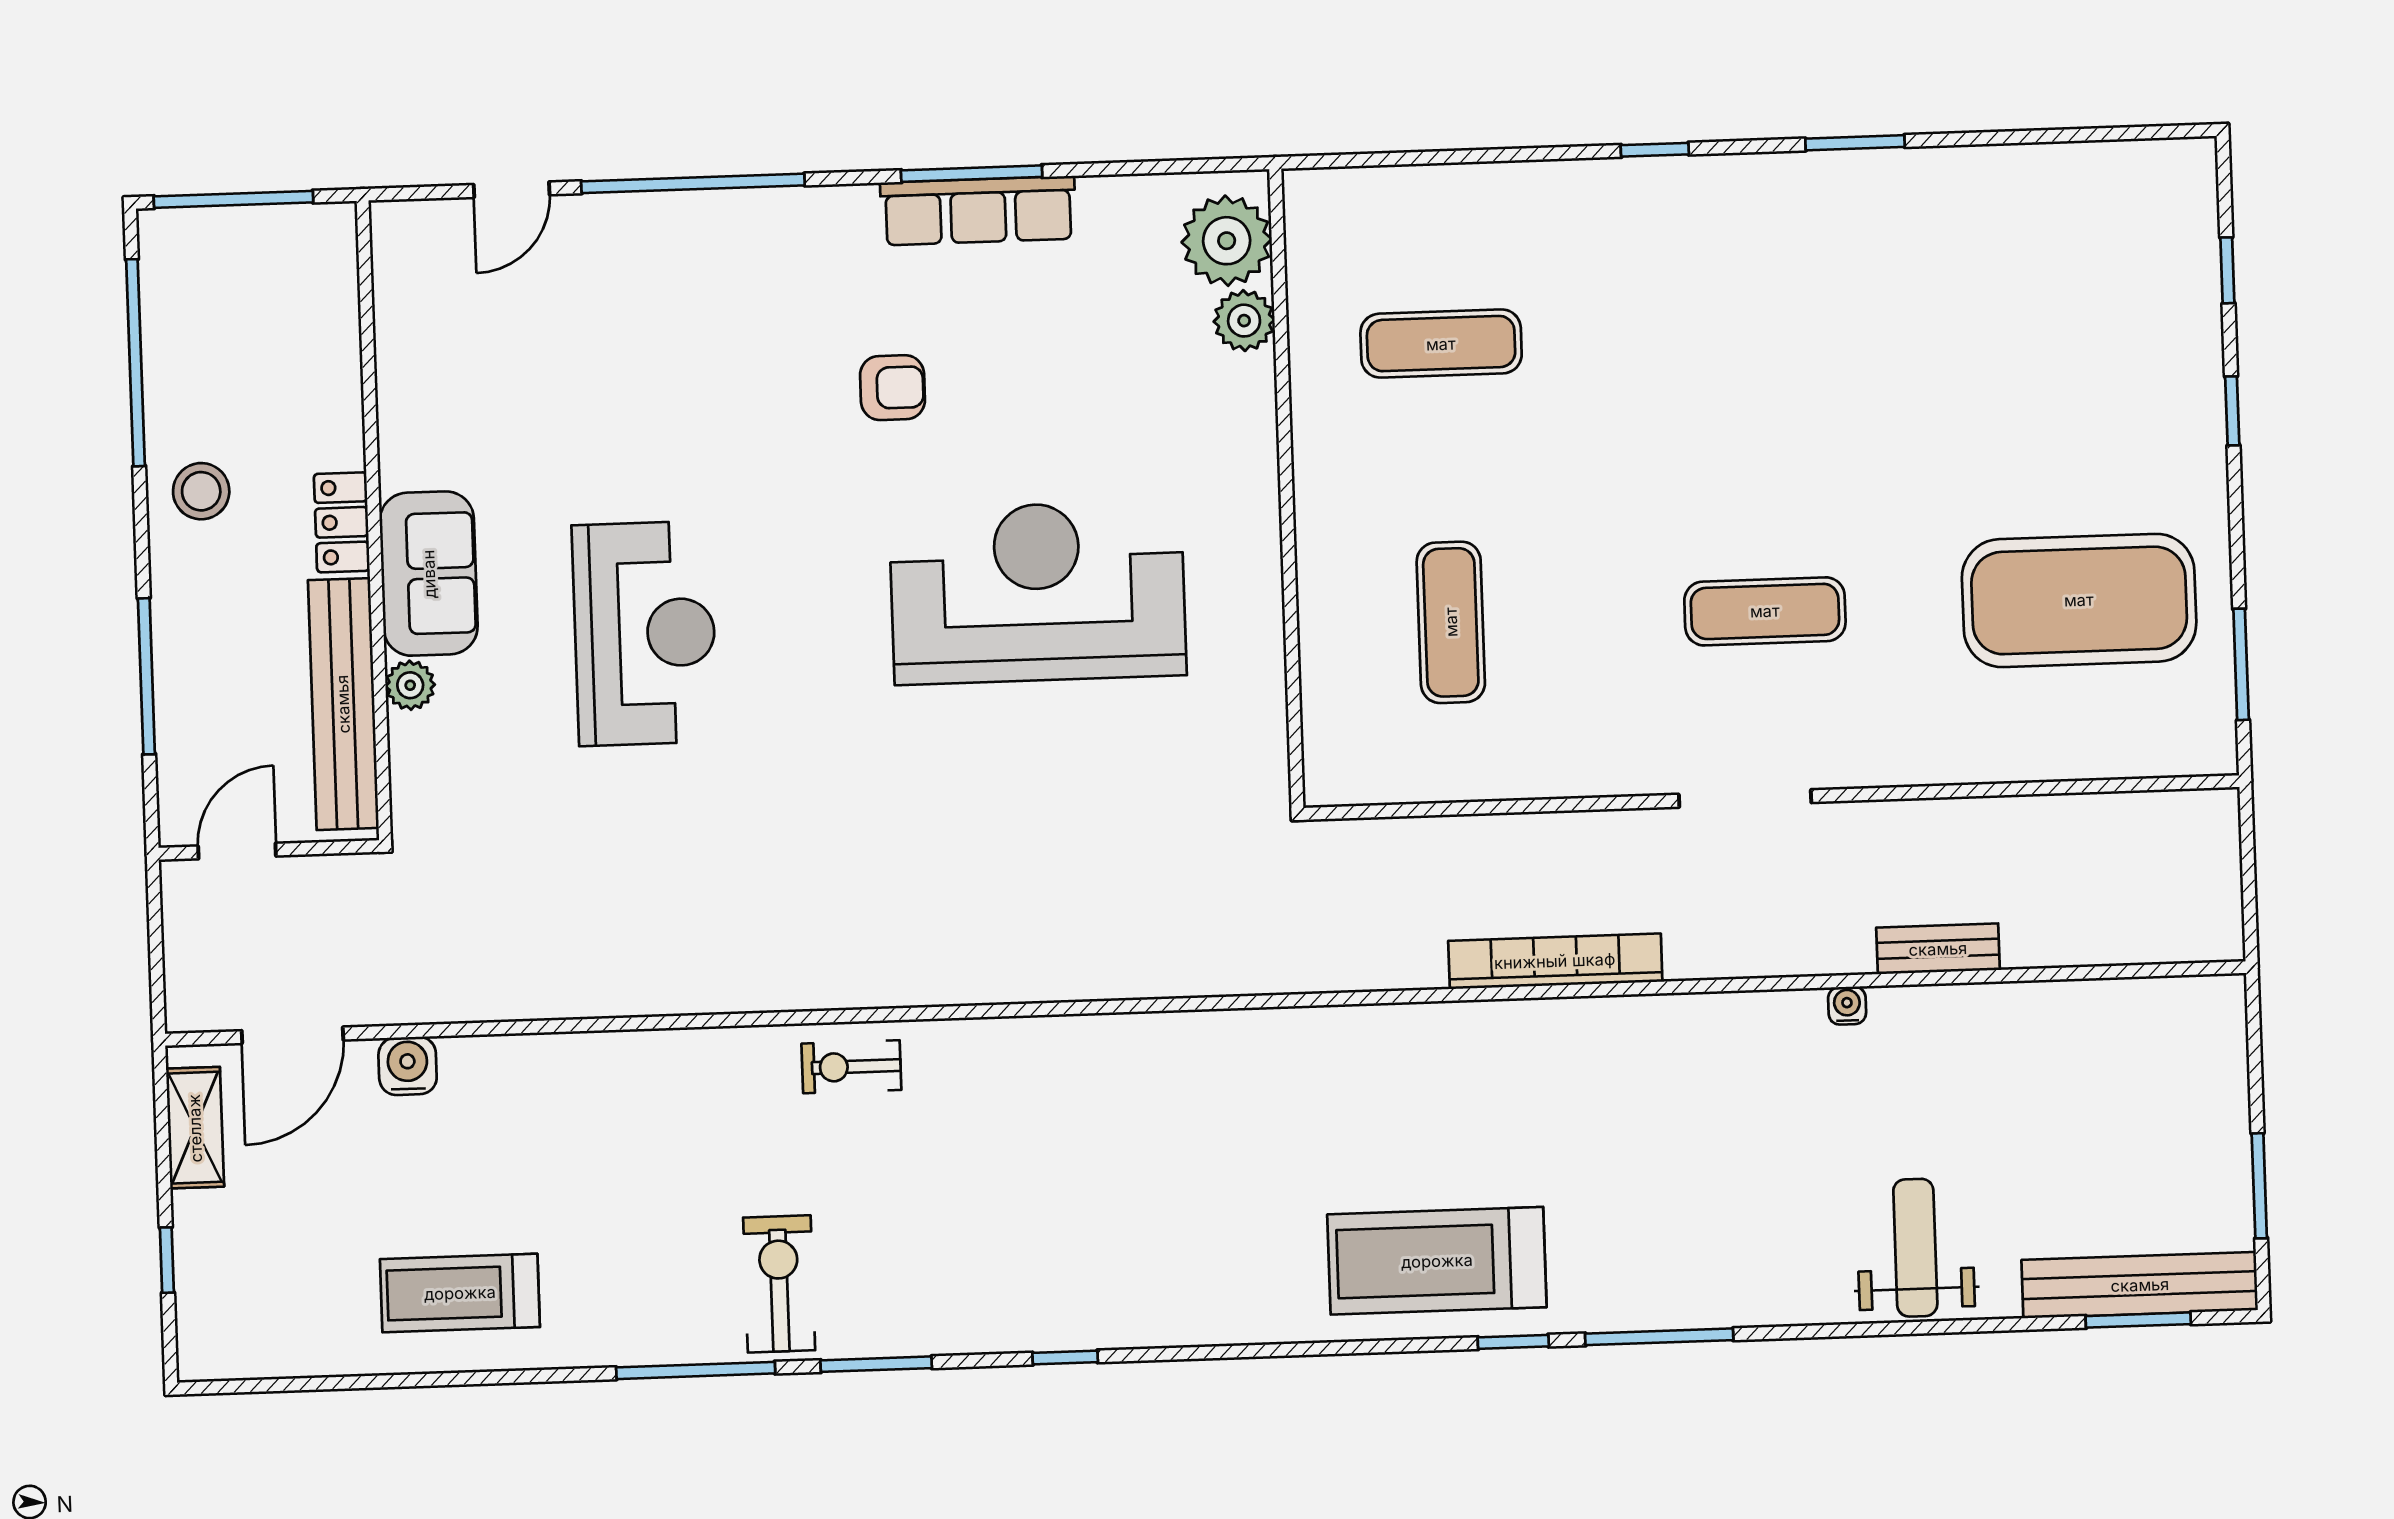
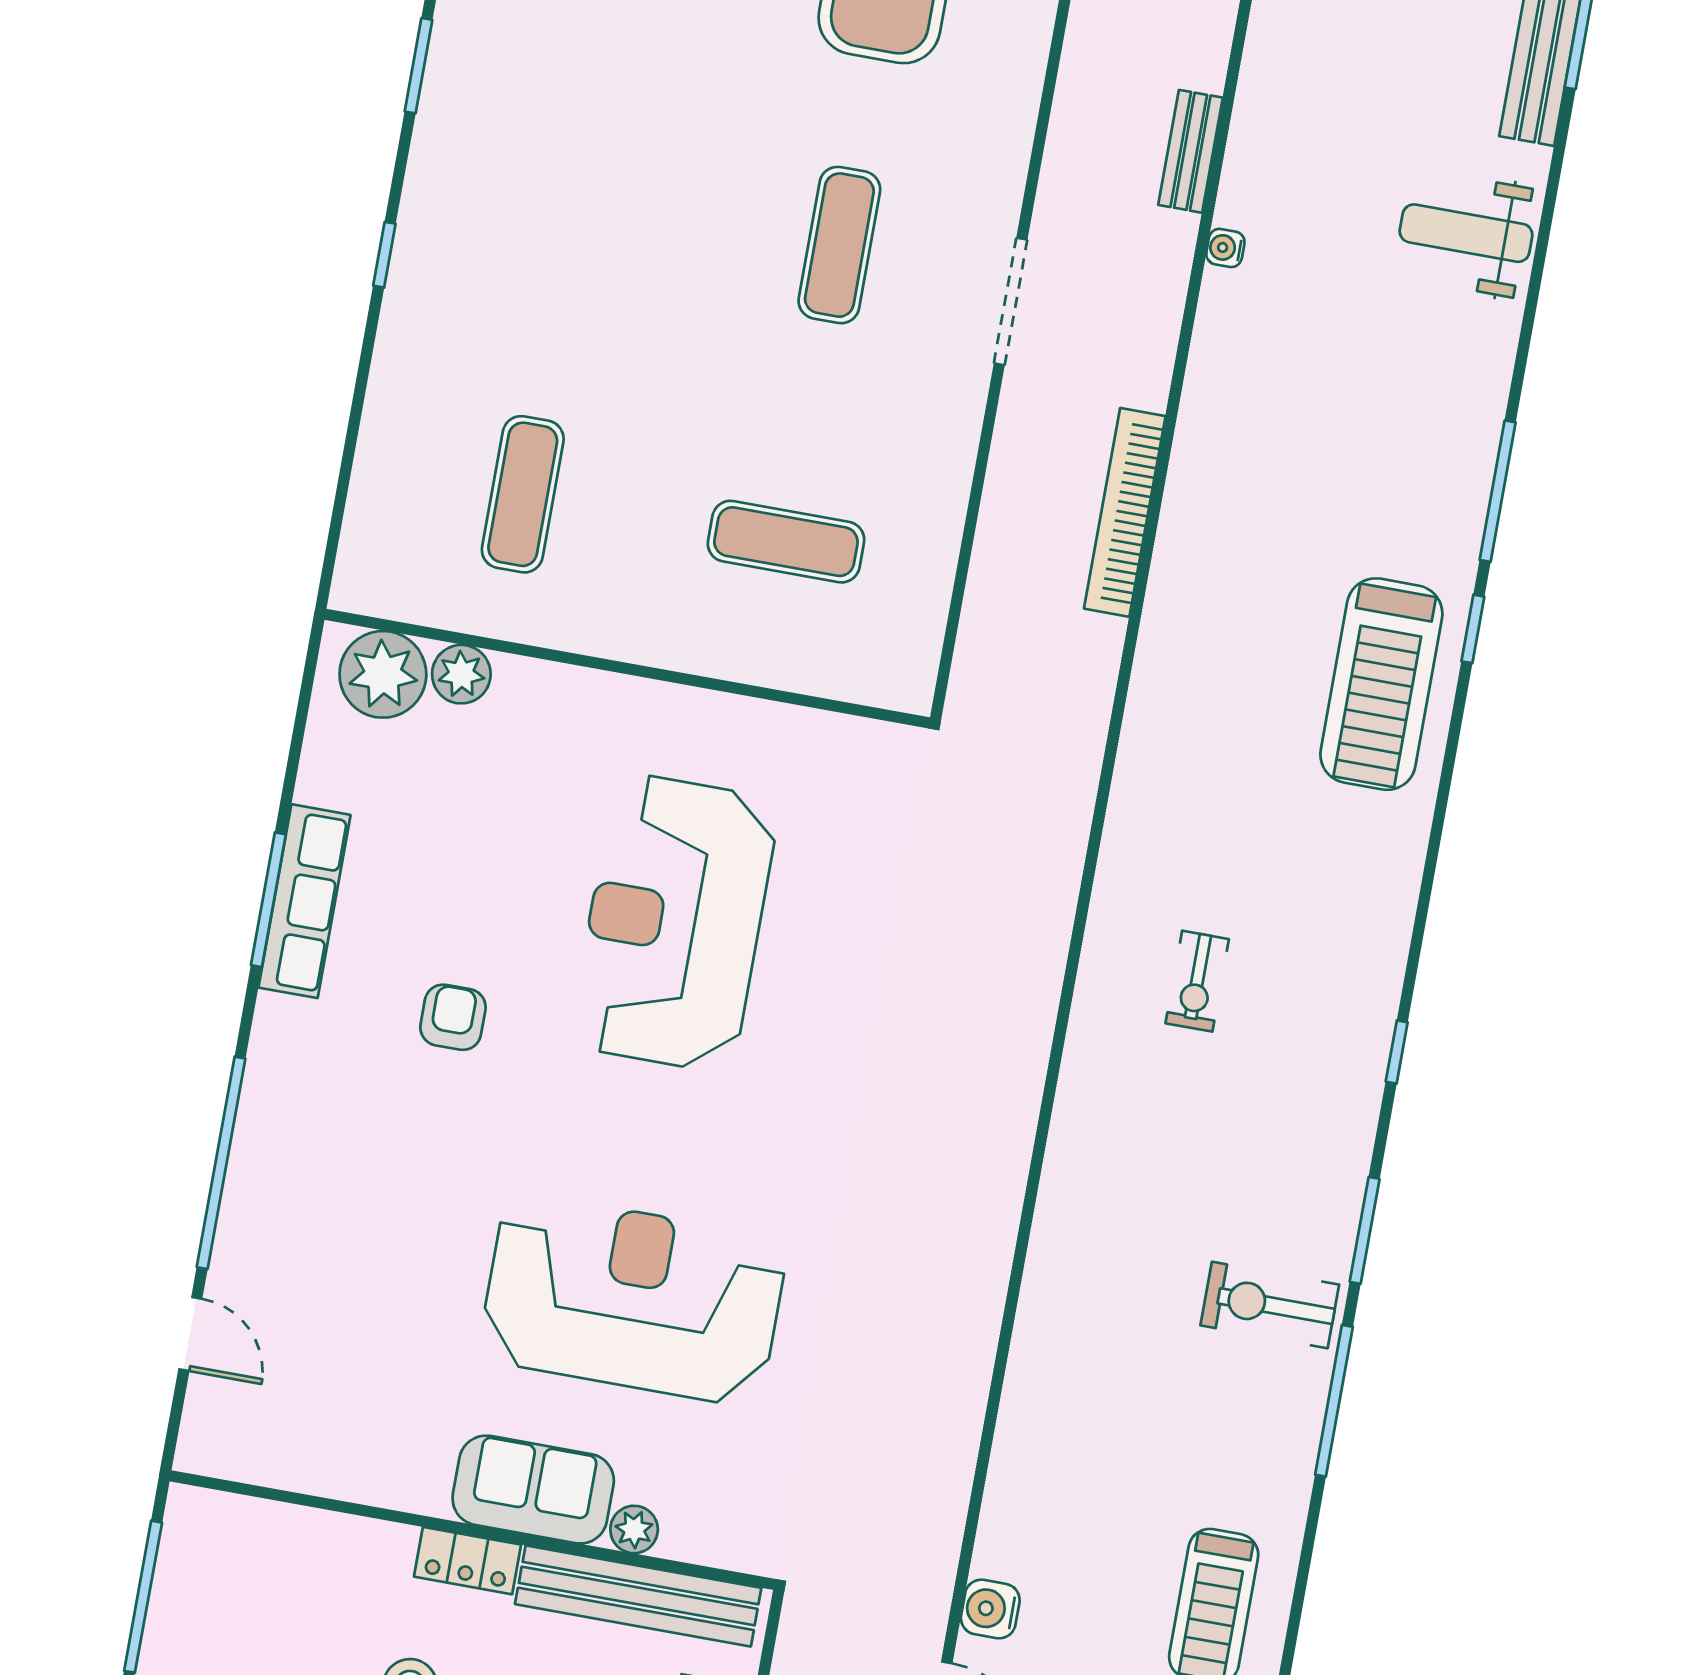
reception desk: (645, 633) -> (633, 1299), width x1.36, depth x1.30
exercise bike: (851, 1067) -> (1197, 981), moved

